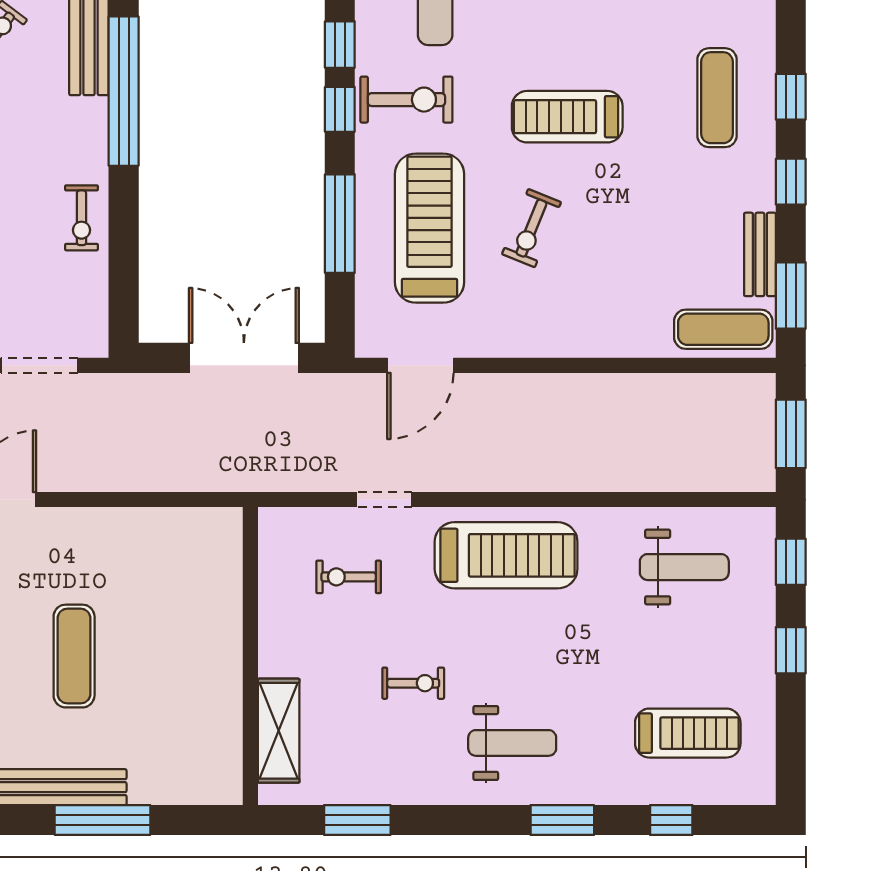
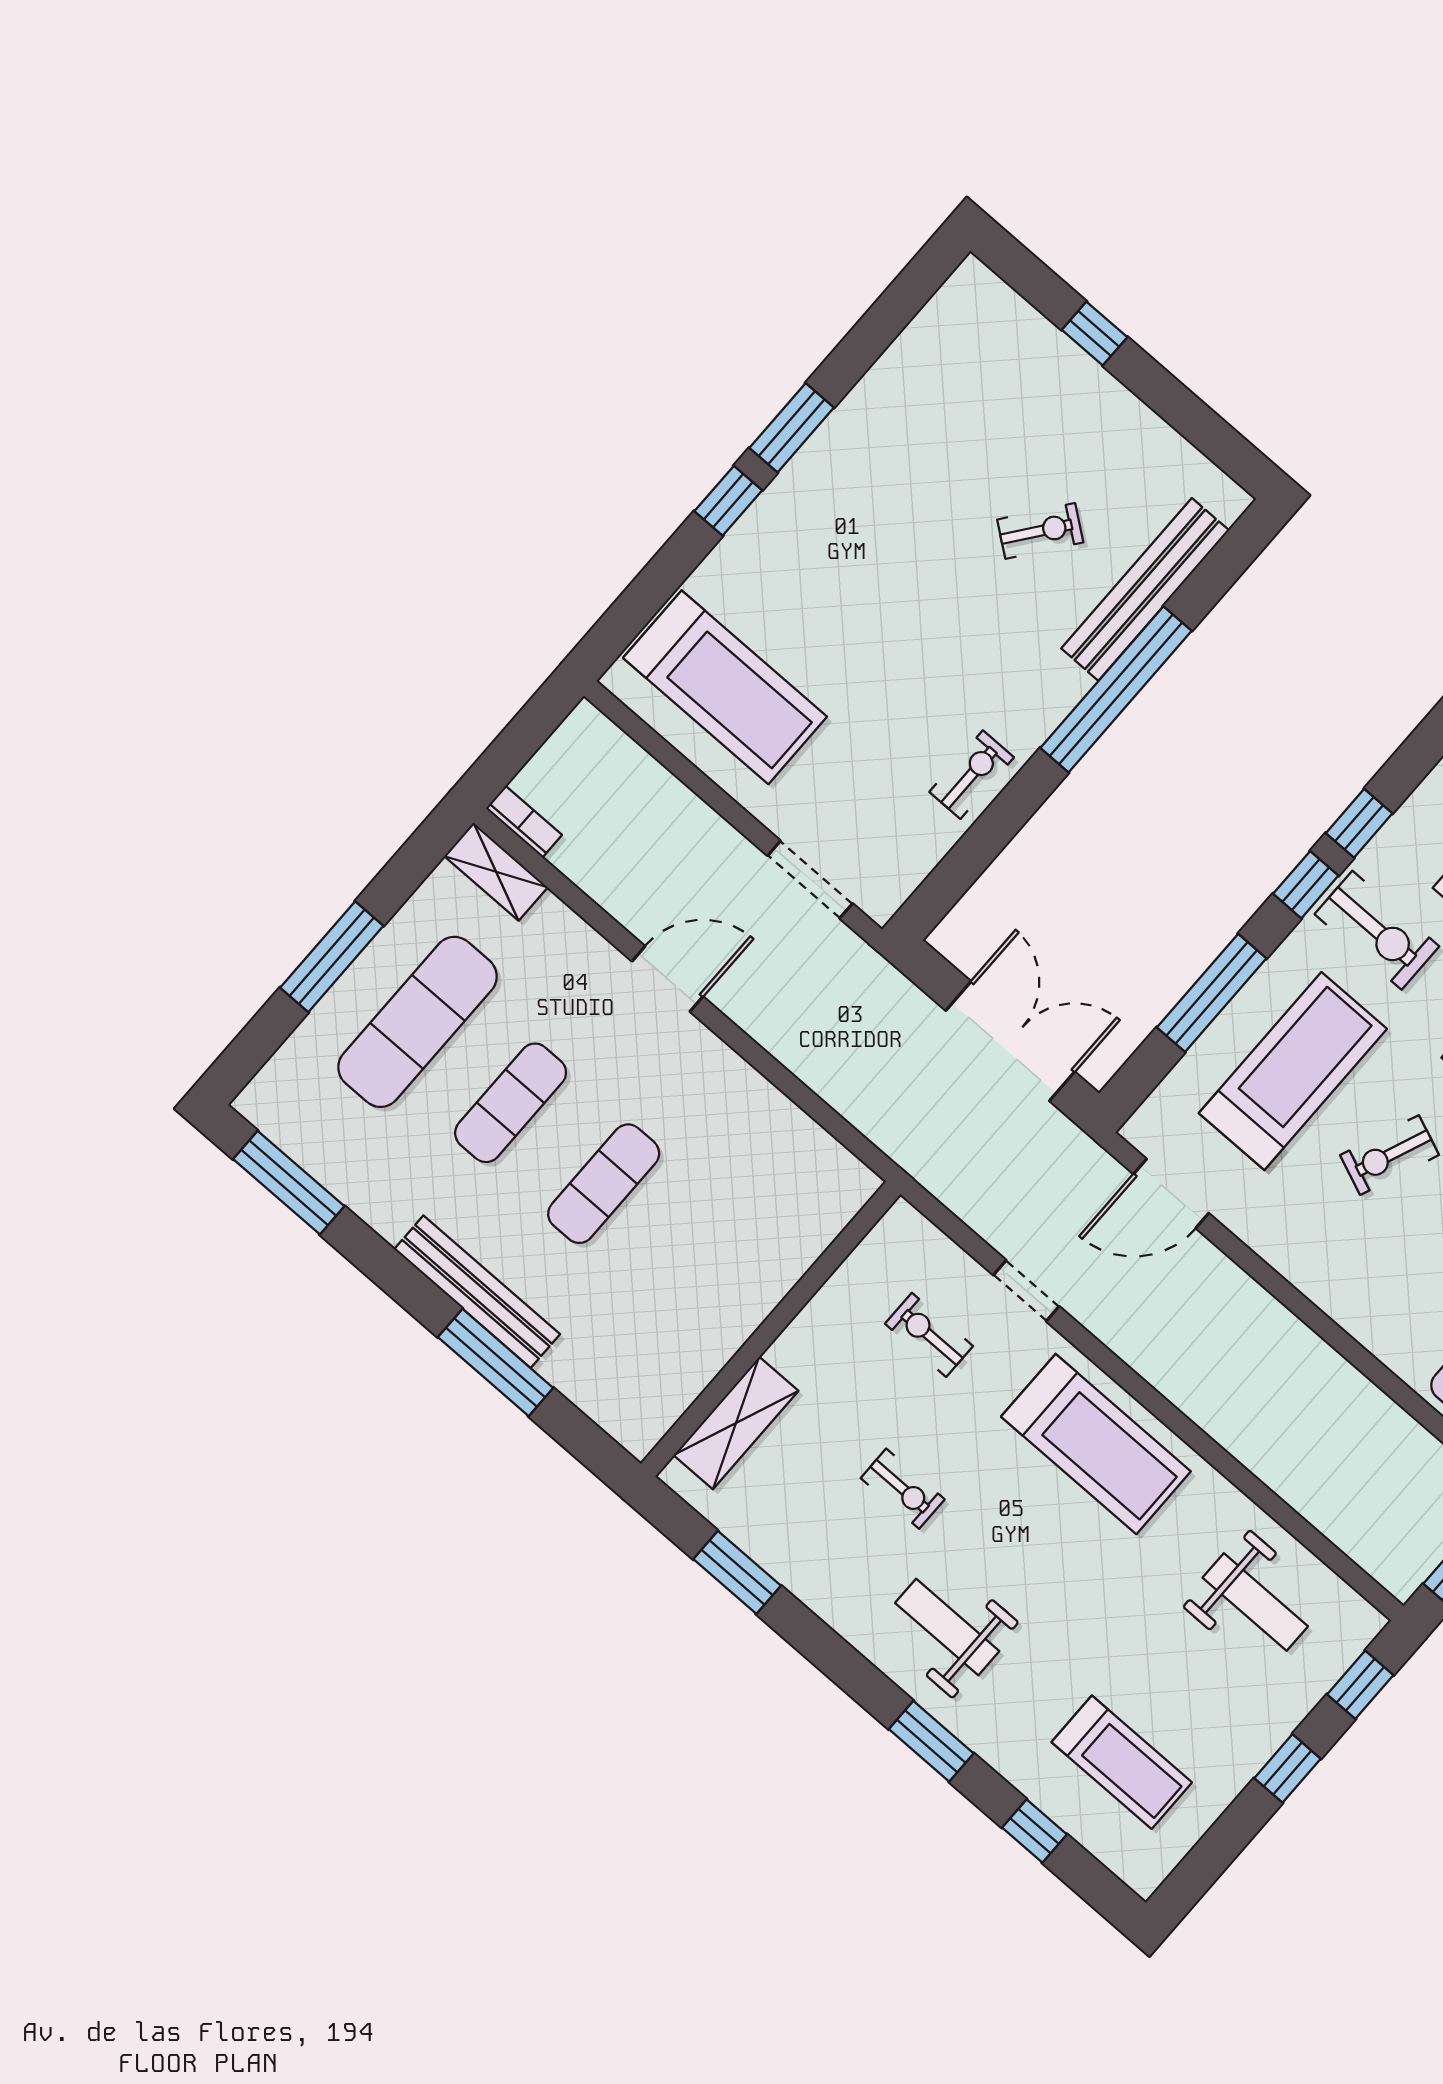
exercise bike: (81, 218) -> (972, 775), turned 180
weight bench: (512, 743) -> (947, 1627), turned 180

